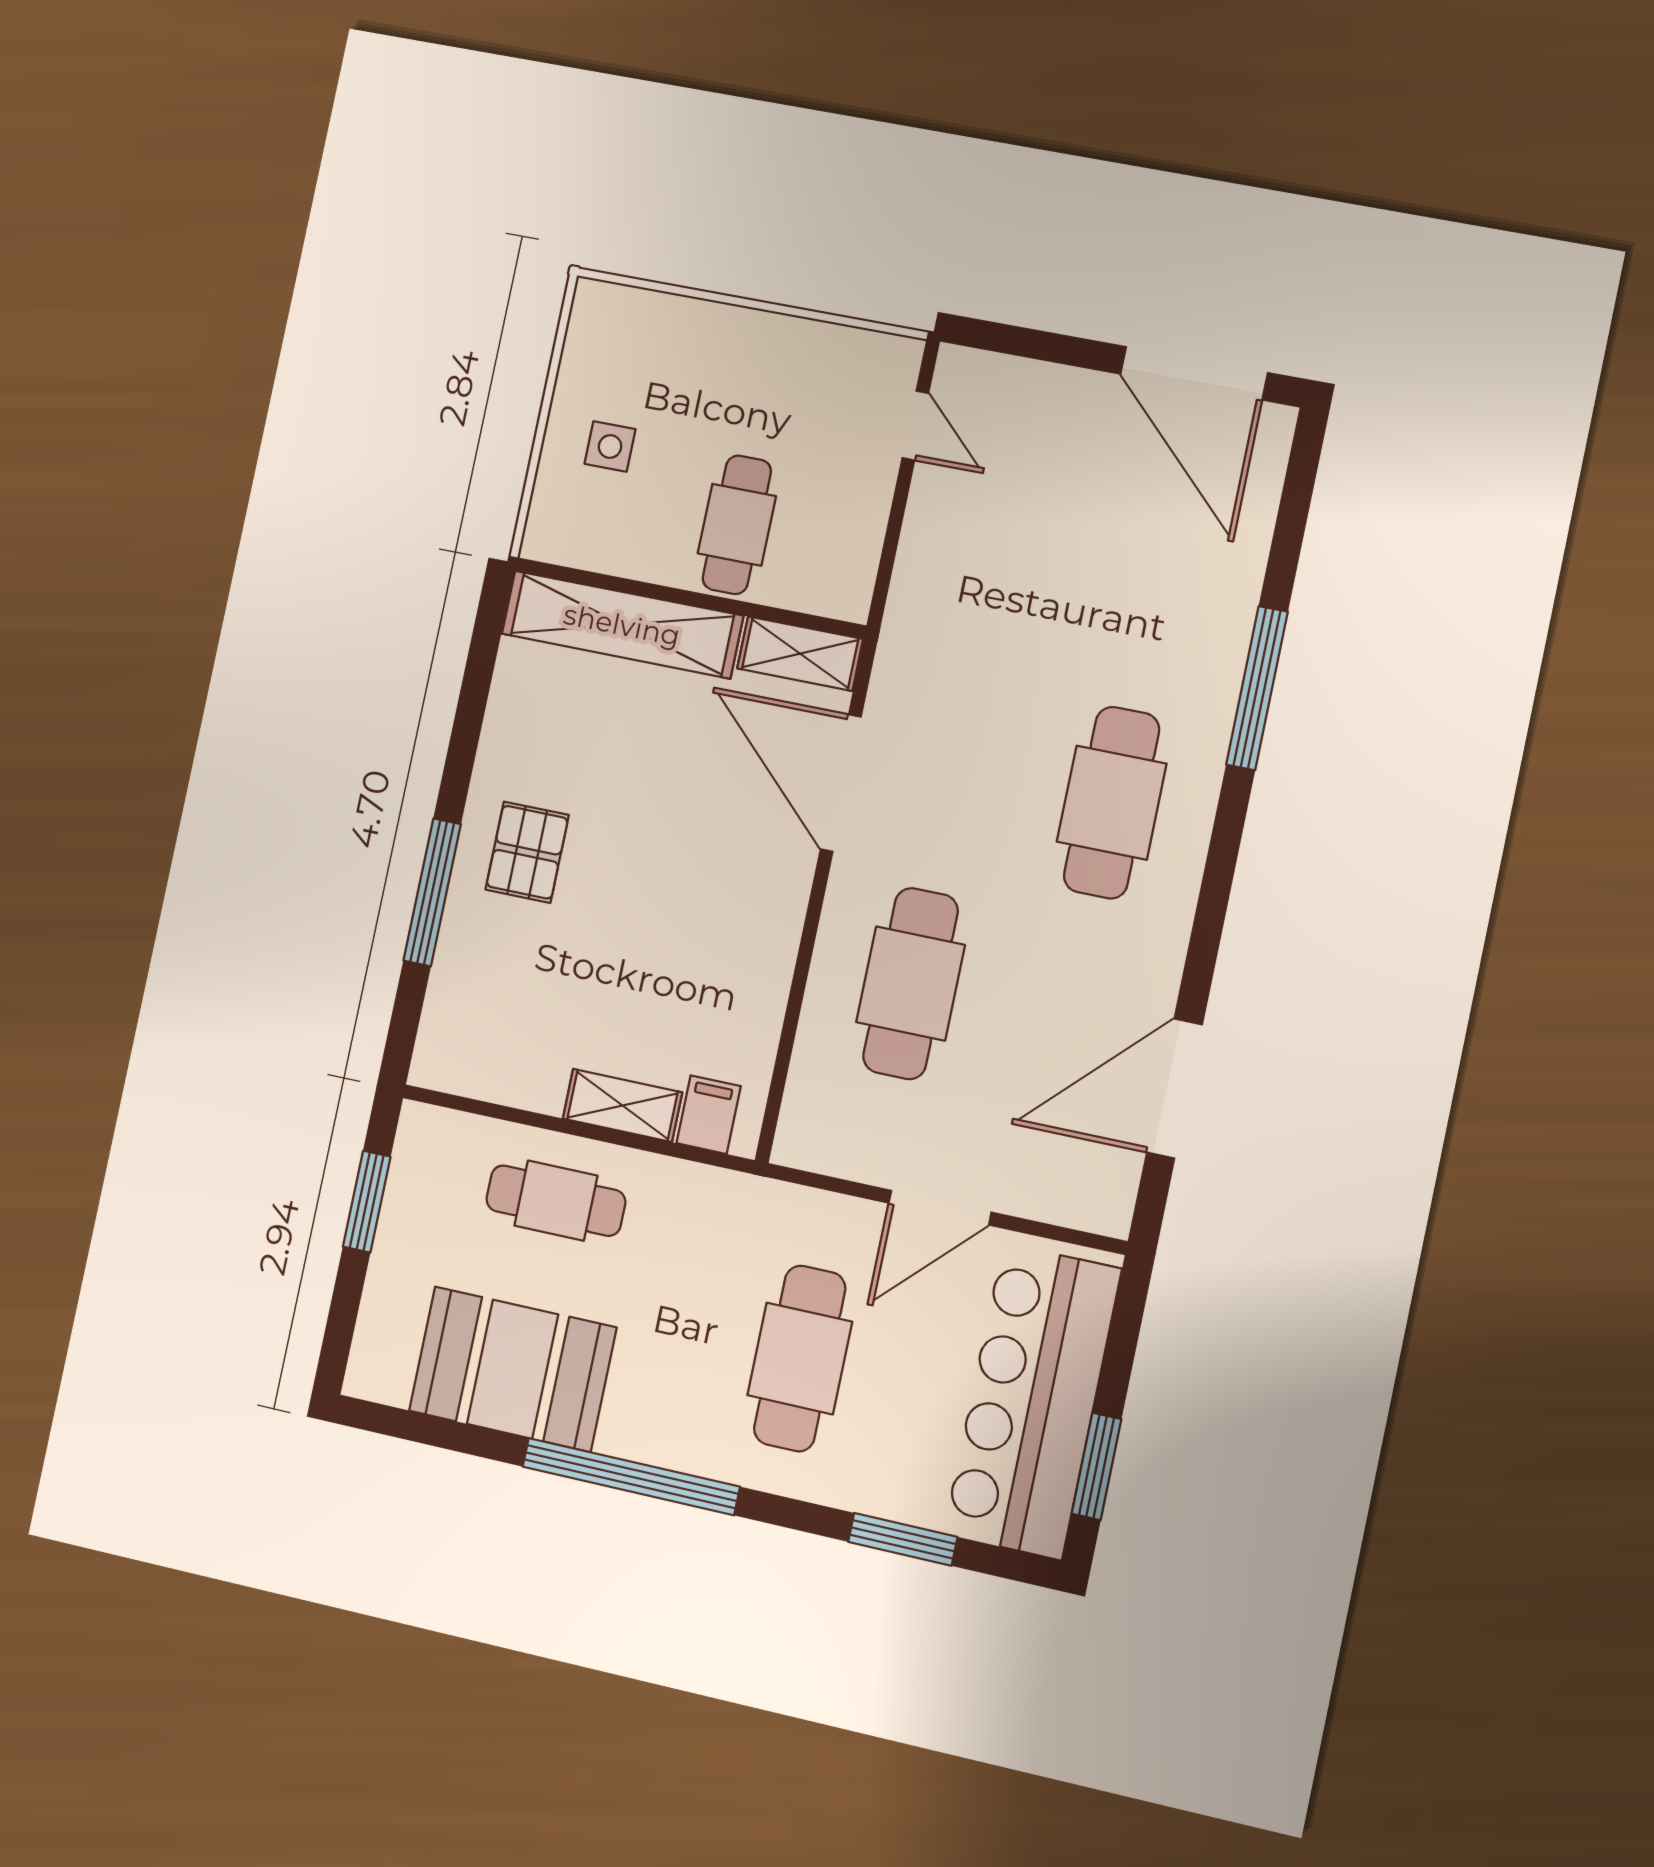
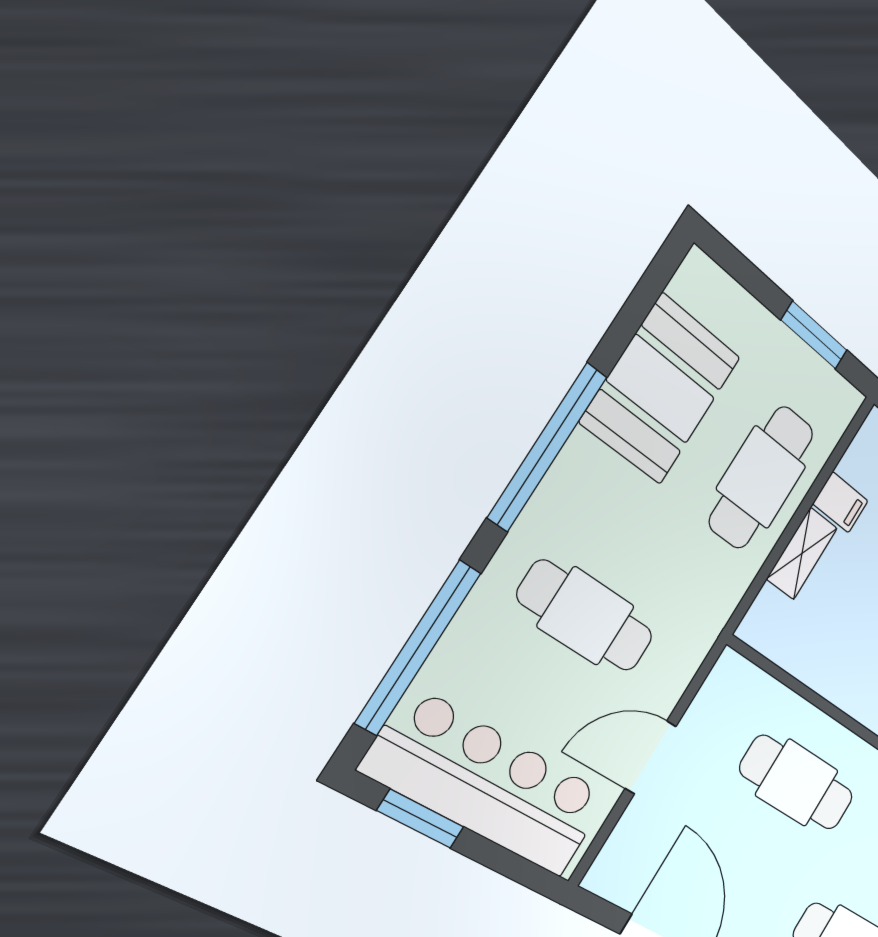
filing cabinet: (709, 1115) -> (841, 502), moved
cafe table: (556, 1201) -> (761, 477), width x1.37, depth x1.35
door: (940, 1208) -> (651, 757), hinge flipped
window: (903, 1539) -> (418, 647), width x2.11

